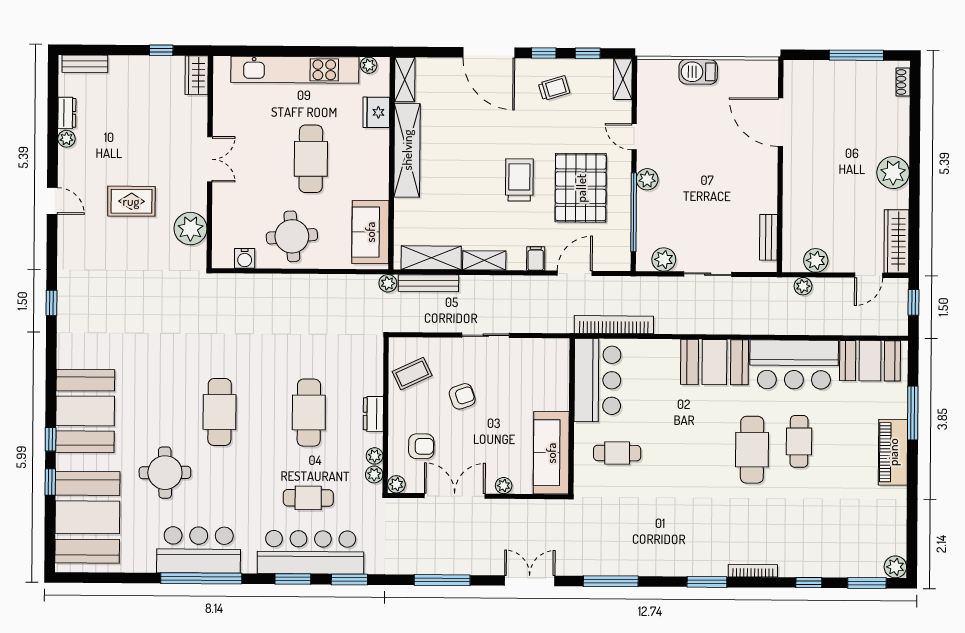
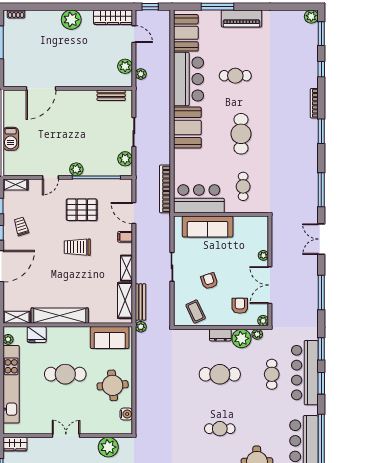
pallet: (581, 188) -> (82, 210), width x0.73, depth x0.71
cafe table: (220, 412) -> (220, 429), width x0.73, depth x0.74
cafe table: (752, 450) -> (241, 134), moved, turned 90
sofa: (551, 453) -> (208, 227), moved
plant: (375, 456) -> (241, 338), width x1.88, depth x1.88

